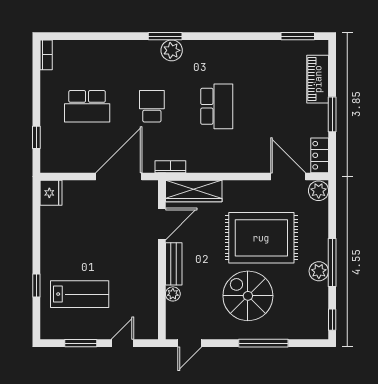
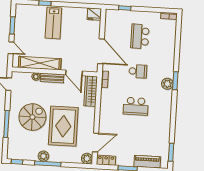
shelving: (147, 288) -> (40, 63), added
lab bench: (80, 294) -> (53, 23), moved

